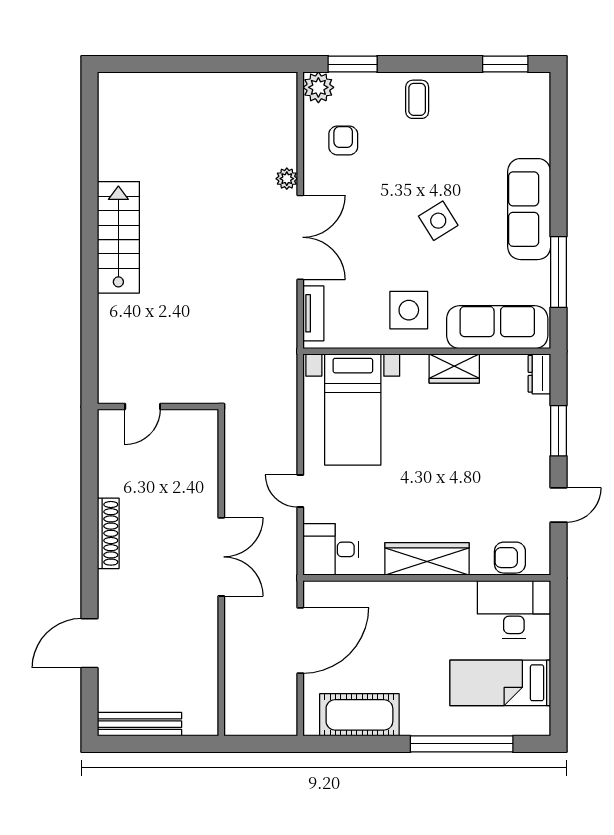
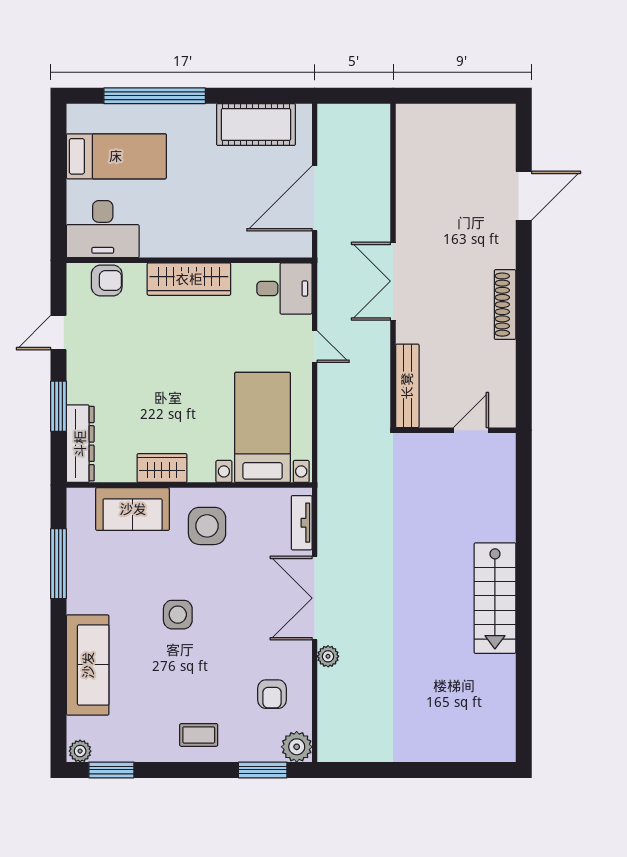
plant: (537, 83) -> (80, 751), added
coffee table: (417, 99) -> (199, 735), turned 90
sofa: (529, 209) -> (88, 665), moved
side table: (438, 221) -> (178, 615), turned 32
sofa: (497, 327) -> (133, 509), width x0.73
dresser: (539, 374) -> (80, 444), width x1.96, depth x1.24
bench: (139, 724) -> (407, 386), moved, turned 90

